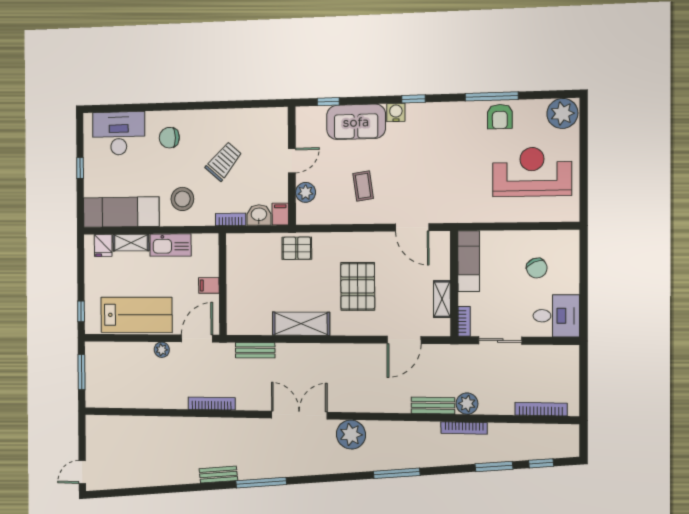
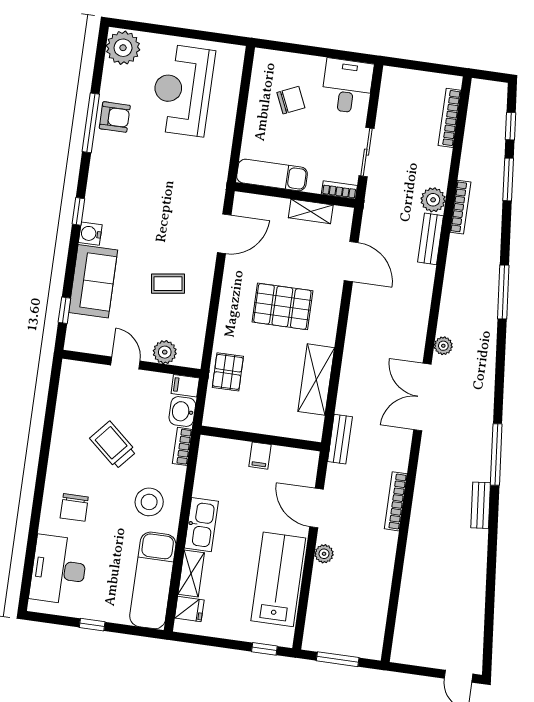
wall: (223, 284) -> (261, 438), moved
filing cabinet: (209, 285) -> (260, 456), moved
plant: (351, 435) -> (443, 346), width x0.53, depth x0.53

